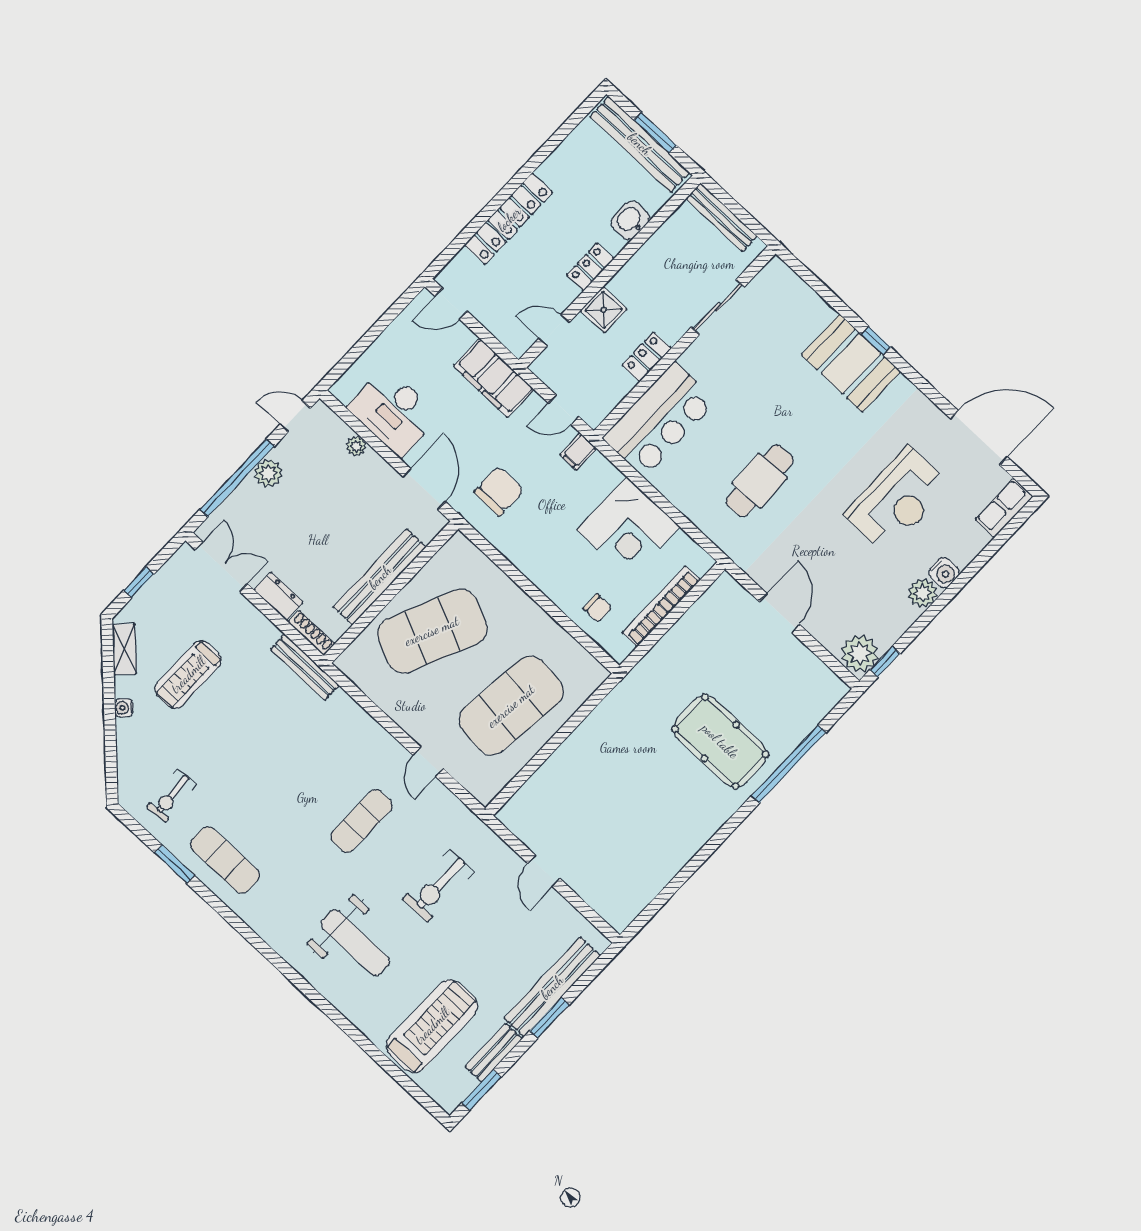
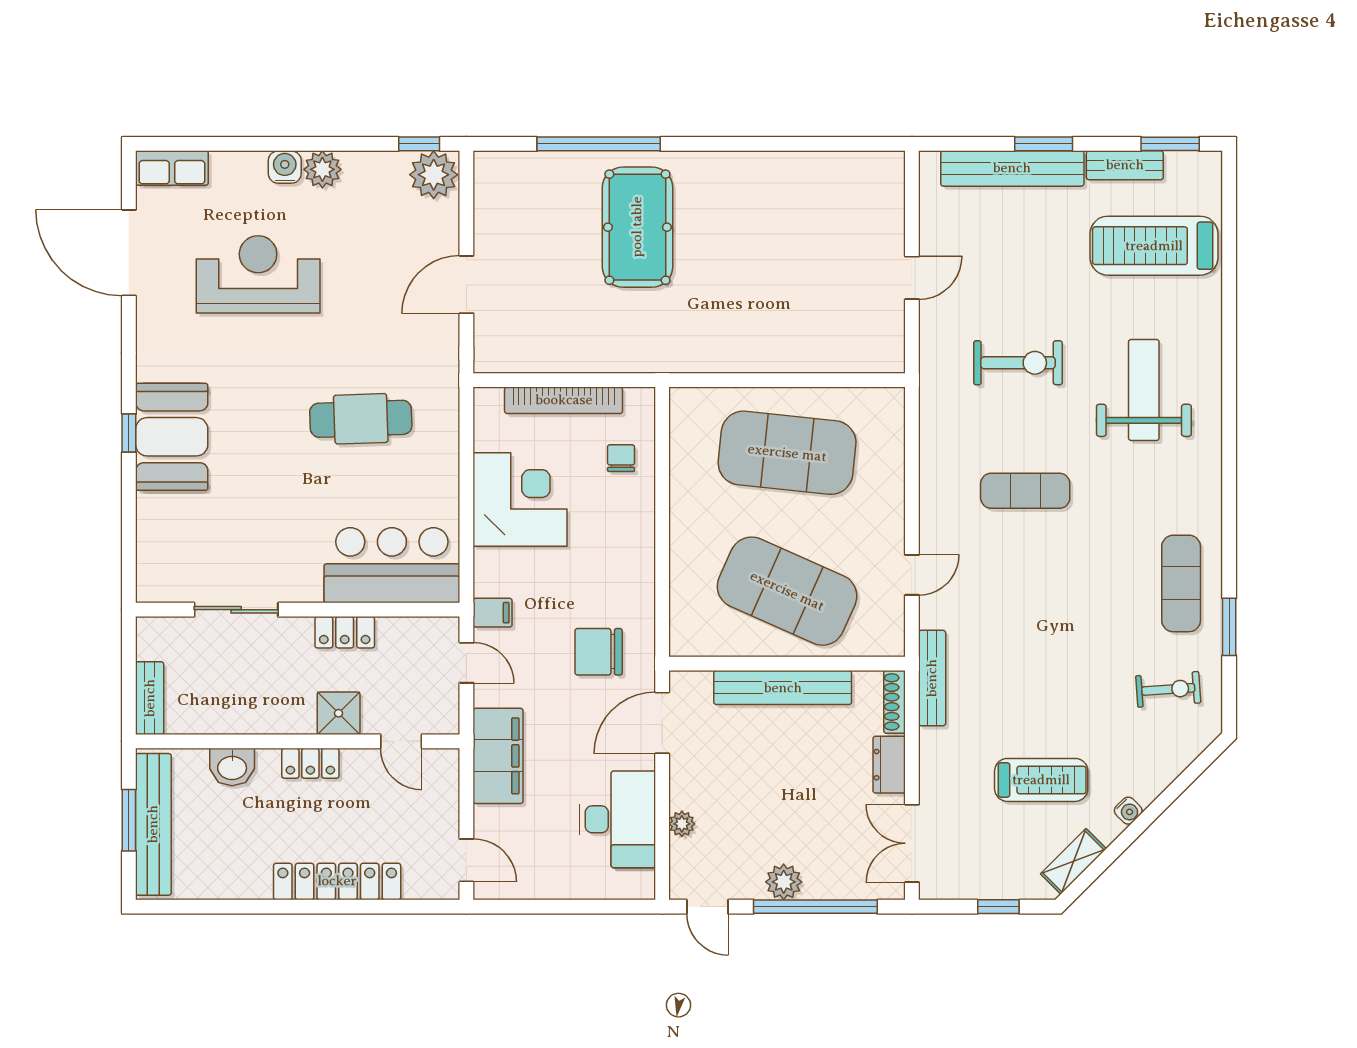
bench: (721, 217) -> (150, 698), width x0.73
door: (428, 762) -> (912, 575), moved

